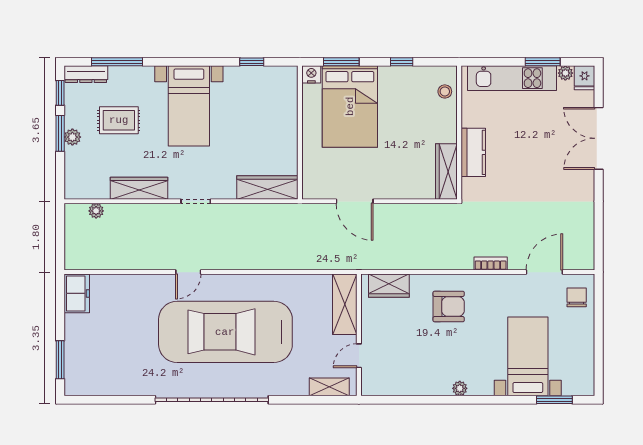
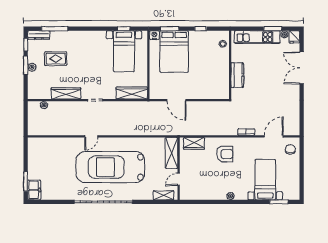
bed with nightstands: (189, 106) -> (124, 51), moved
wardrobe: (446, 171) -> (224, 85), removed
freezer: (77, 293) -> (34, 190), moved

